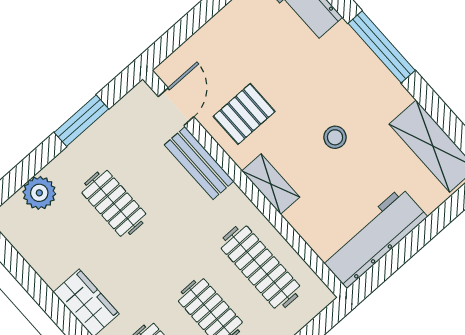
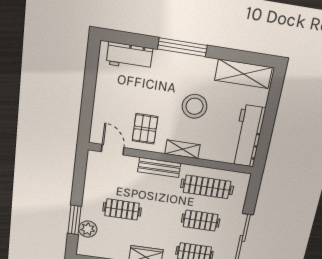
window: (81, 121) -> (75, 220), moved
stool: (335, 137) -> (195, 106), width x1.89, depth x1.89
bench: (199, 163) -> (159, 167), moved

